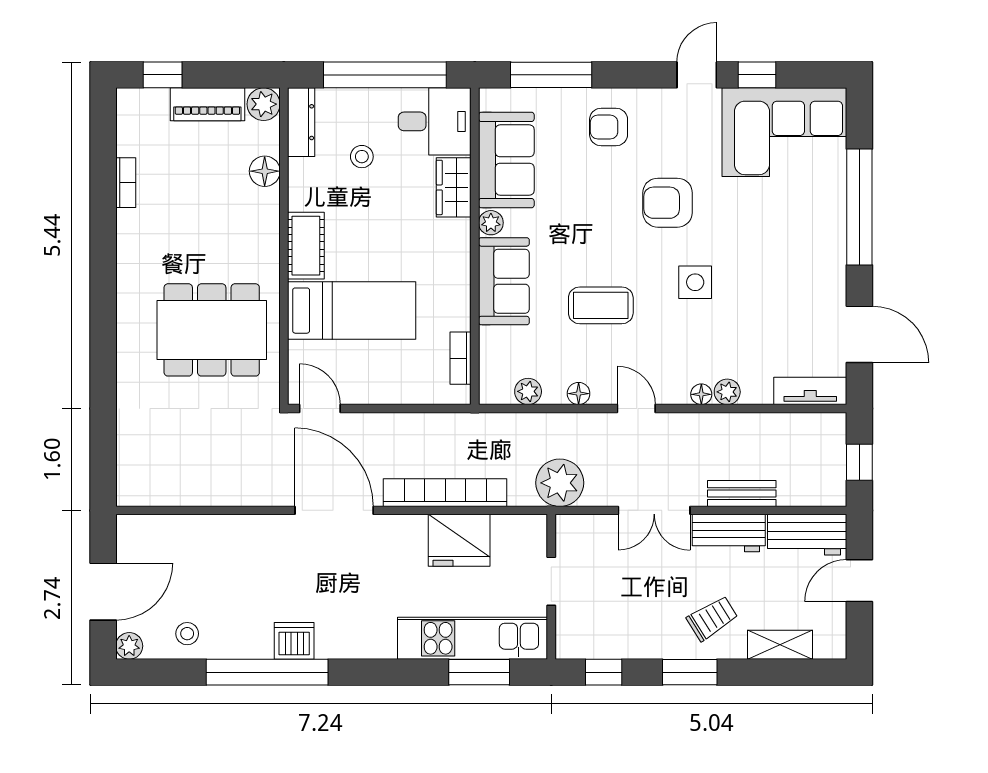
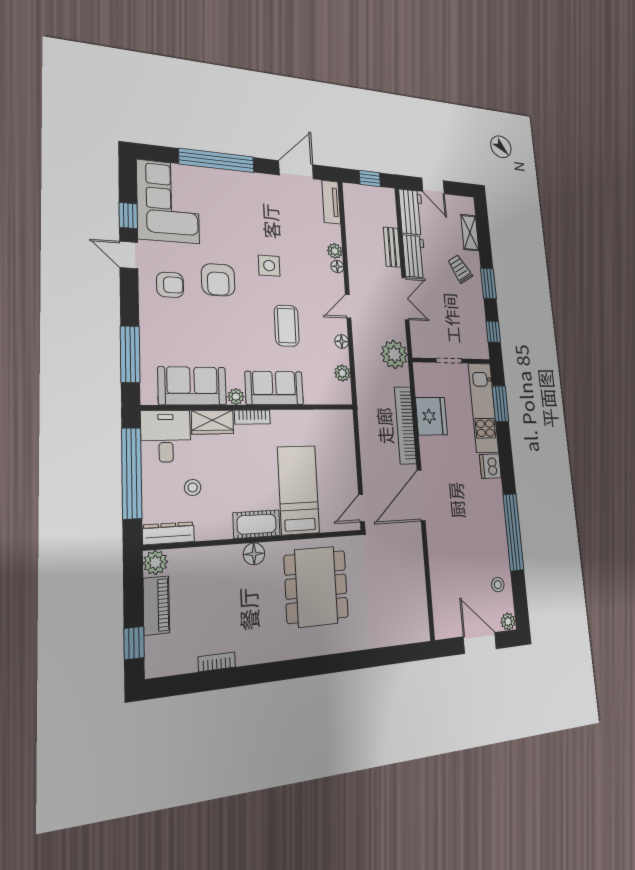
armchair: (609, 127) -> (170, 285), moved, turned -90
floor lamp: (265, 171) -> (254, 554), moved
bookcase: (461, 358) -> (252, 417), moved
dishwasher: (294, 641) -> (490, 466), moved

